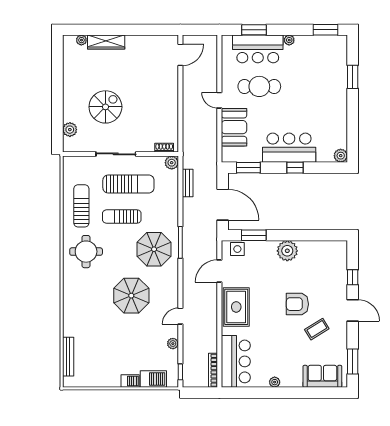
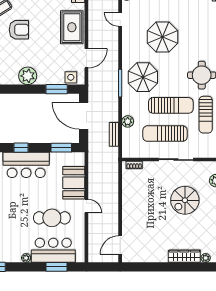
plant: (172, 163) -> (128, 121), moved
sun lounger: (122, 217) -> (171, 105), width x1.36, depth x1.34
door: (180, 316) -> (120, 19), swing flipped

